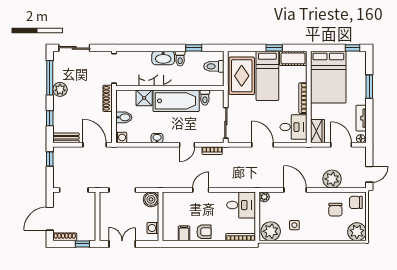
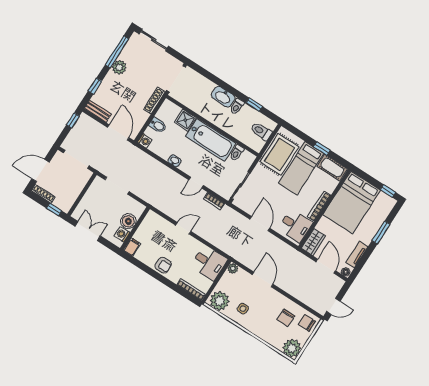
plant: (332, 179) -> (300, 290), removed
boiler: (151, 199) -> (128, 221), moved
filing cabinet: (184, 233) -> (132, 247), moved

